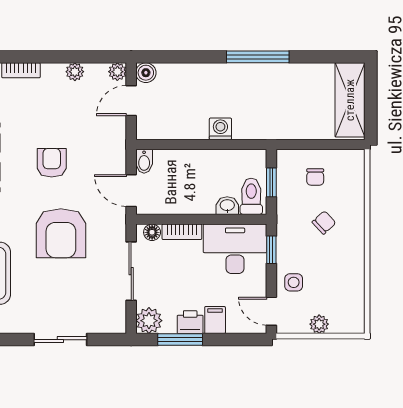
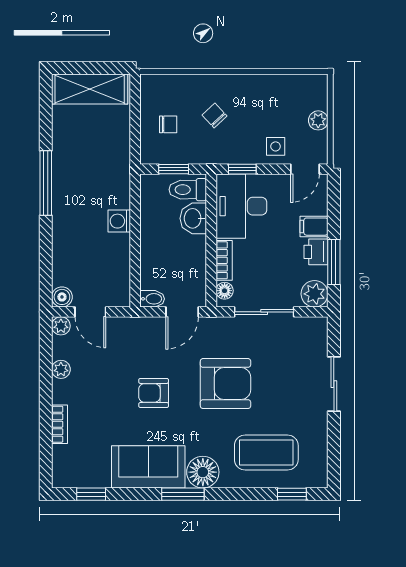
washbasin: (227, 206) -> (193, 218), width x1.38, depth x1.45

